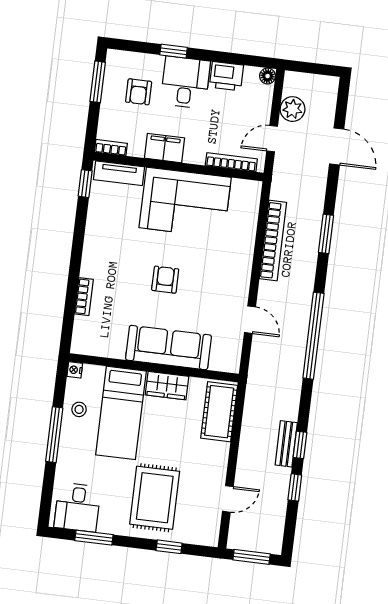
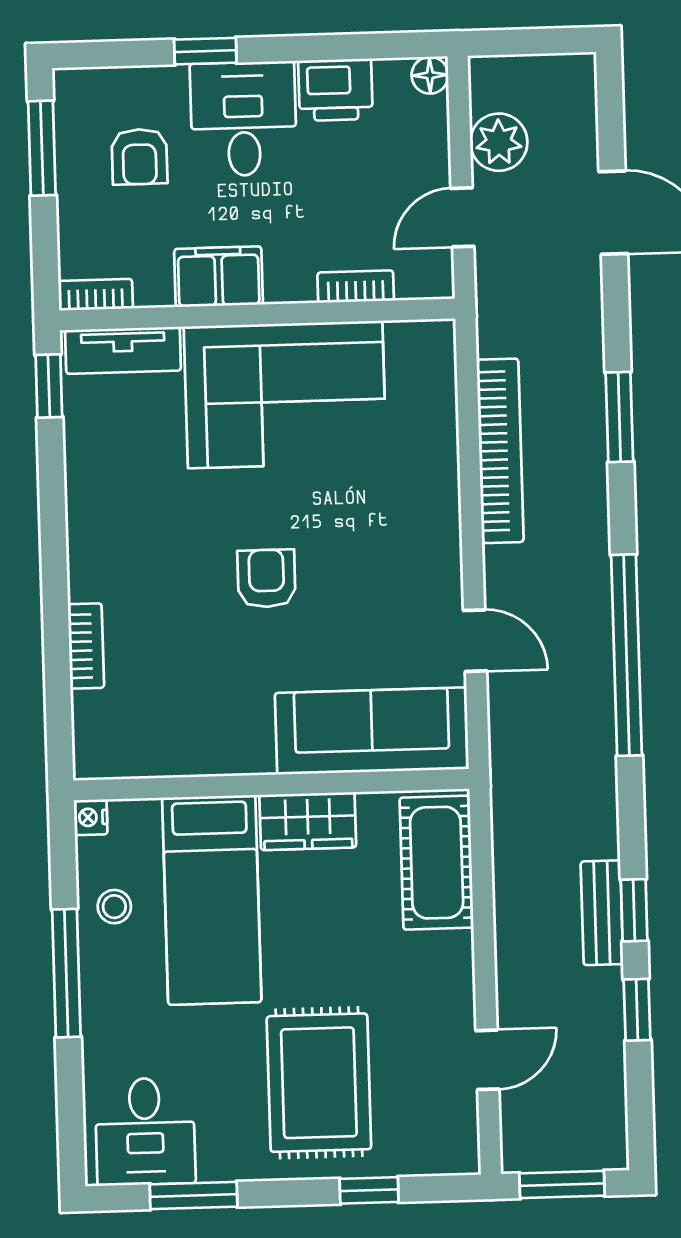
bookcase: (231, 162) -> (356, 287), width x0.64
sofa: (168, 348) -> (372, 731), moved

